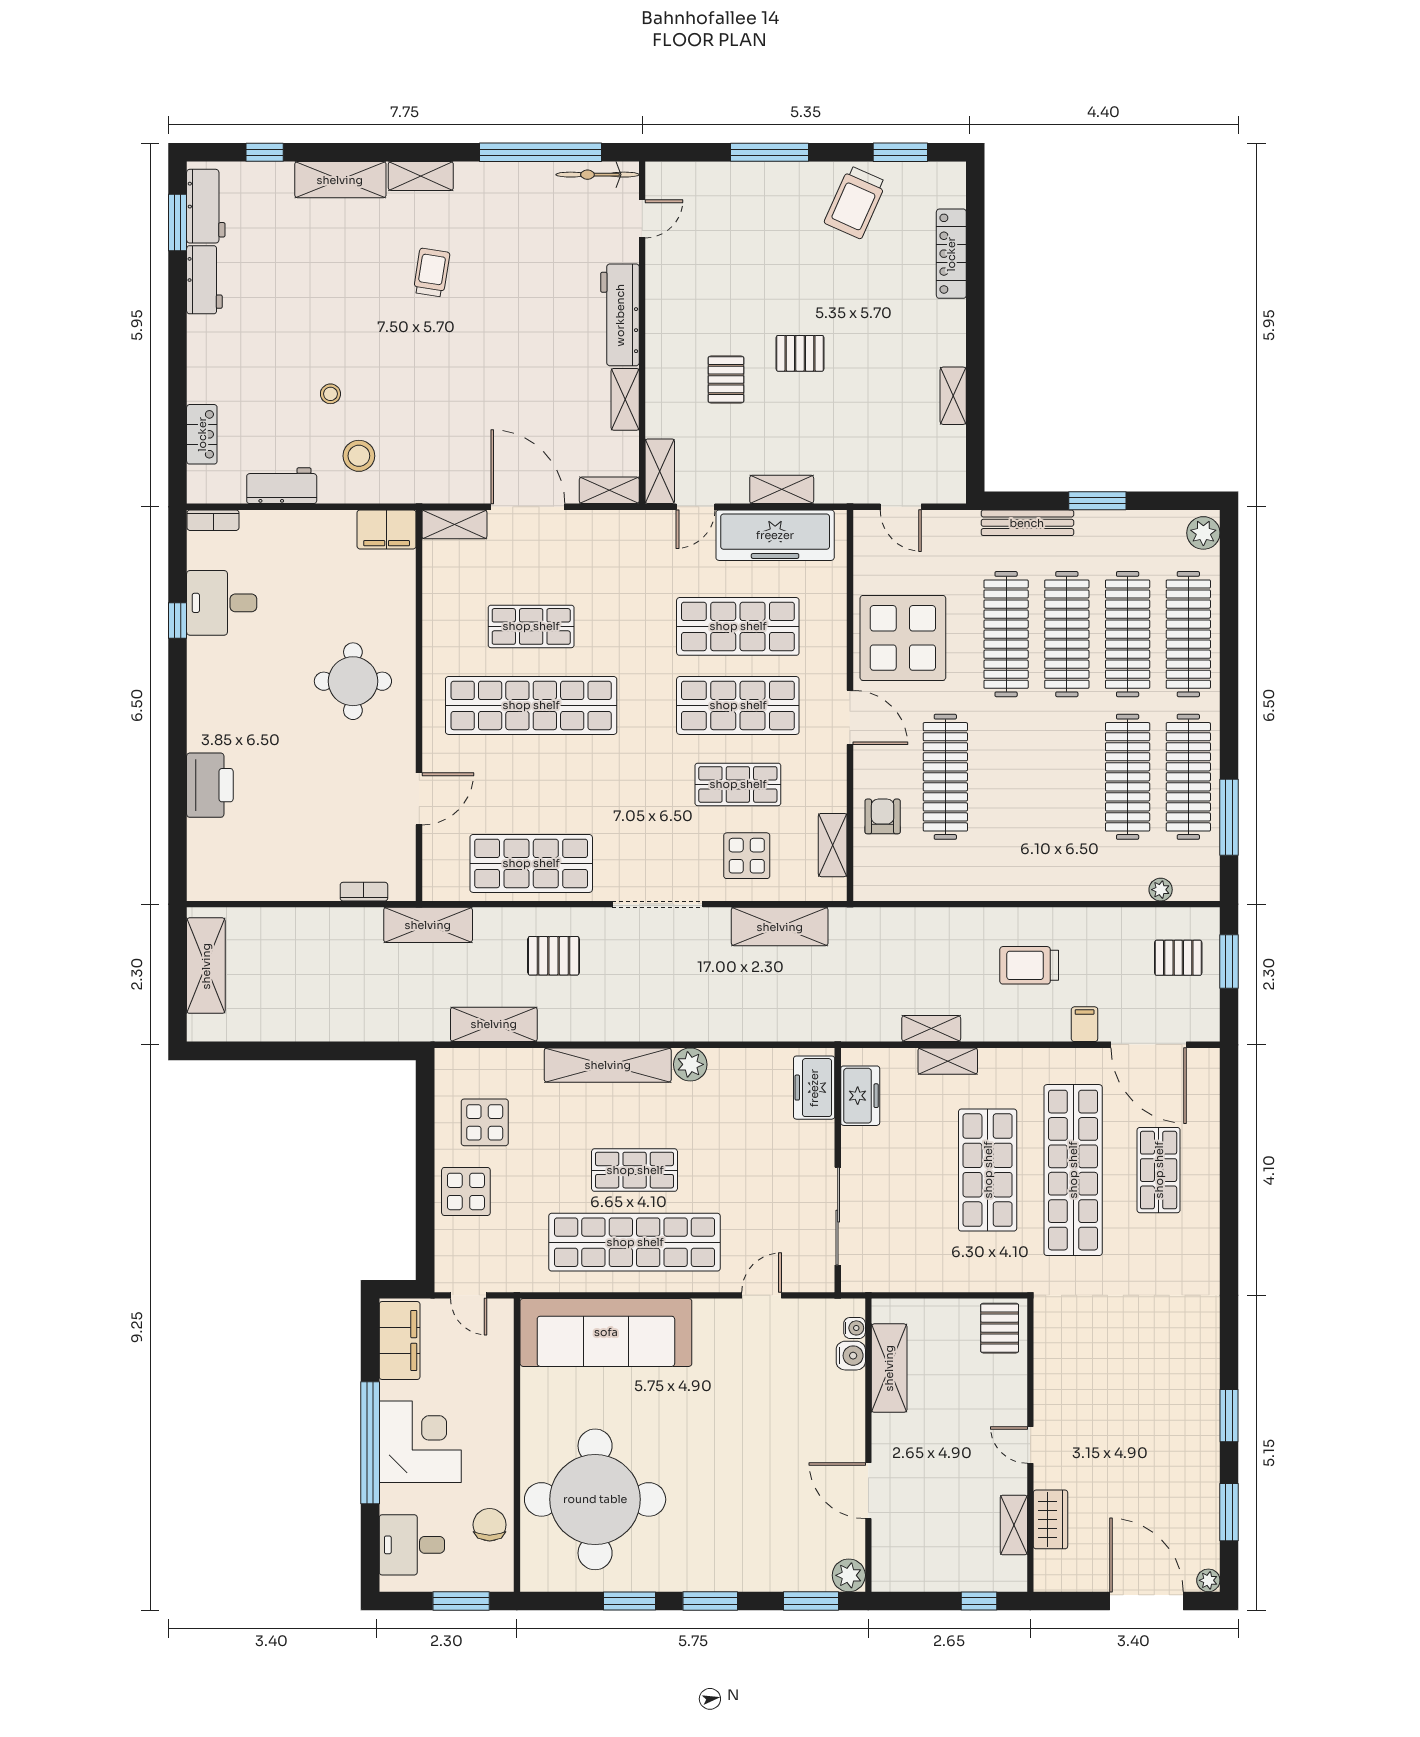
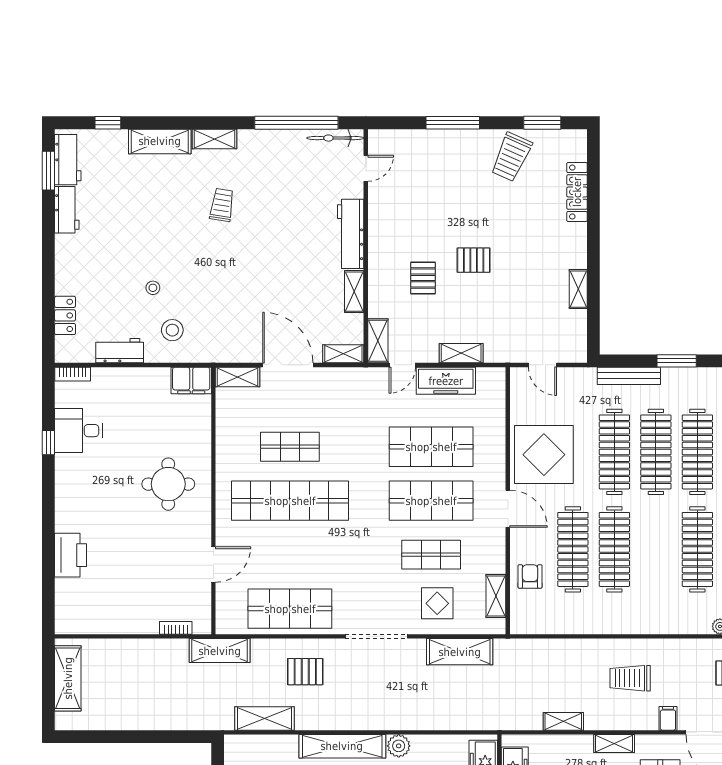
freezer: (775, 535) -> (446, 381), width x0.73, depth x0.79
clothes rail: (1006, 777) -> (614, 549), added
shelving: (948, 1061) -> (614, 744), moved

